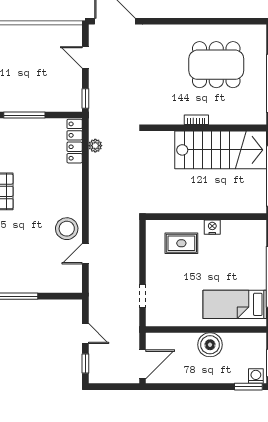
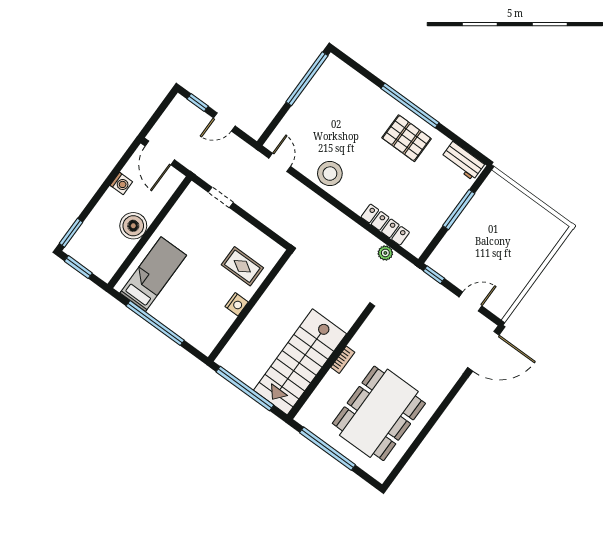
dining table: (216, 65) -> (379, 413), width x1.36, depth x1.24
locker: (75, 141) -> (385, 225), moved
rug: (181, 243) -> (242, 266), turned 90
door: (85, 254) -> (280, 162), moved
washing machine: (256, 376) -> (121, 184), moved

